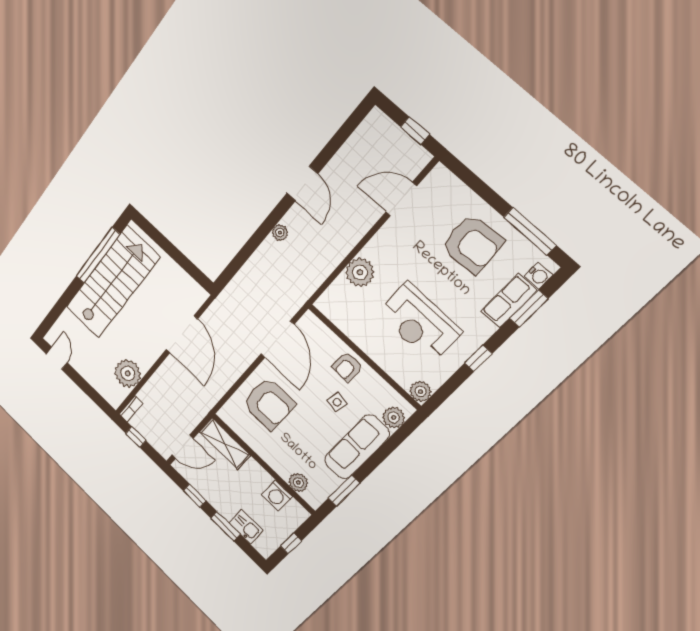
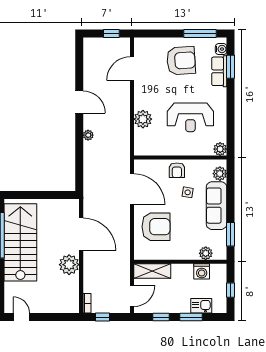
window: (478, 358) -> (231, 109), removed
plant: (128, 373) -> (69, 265), moved

